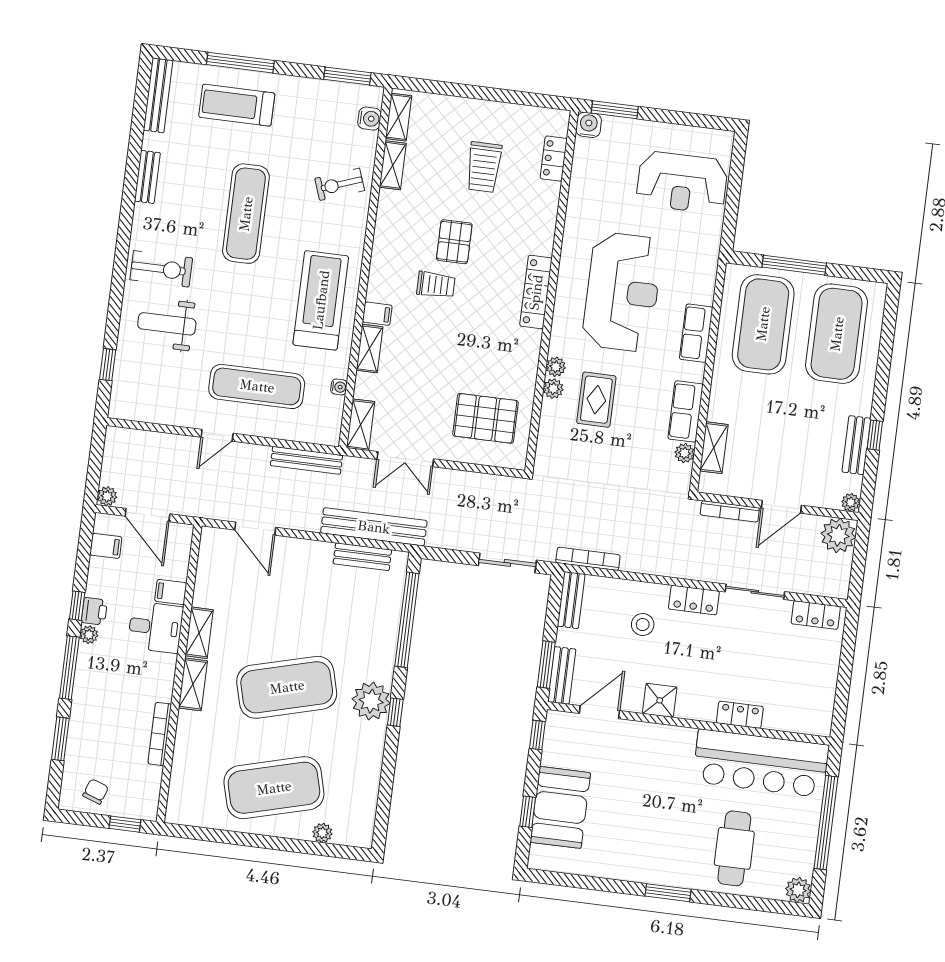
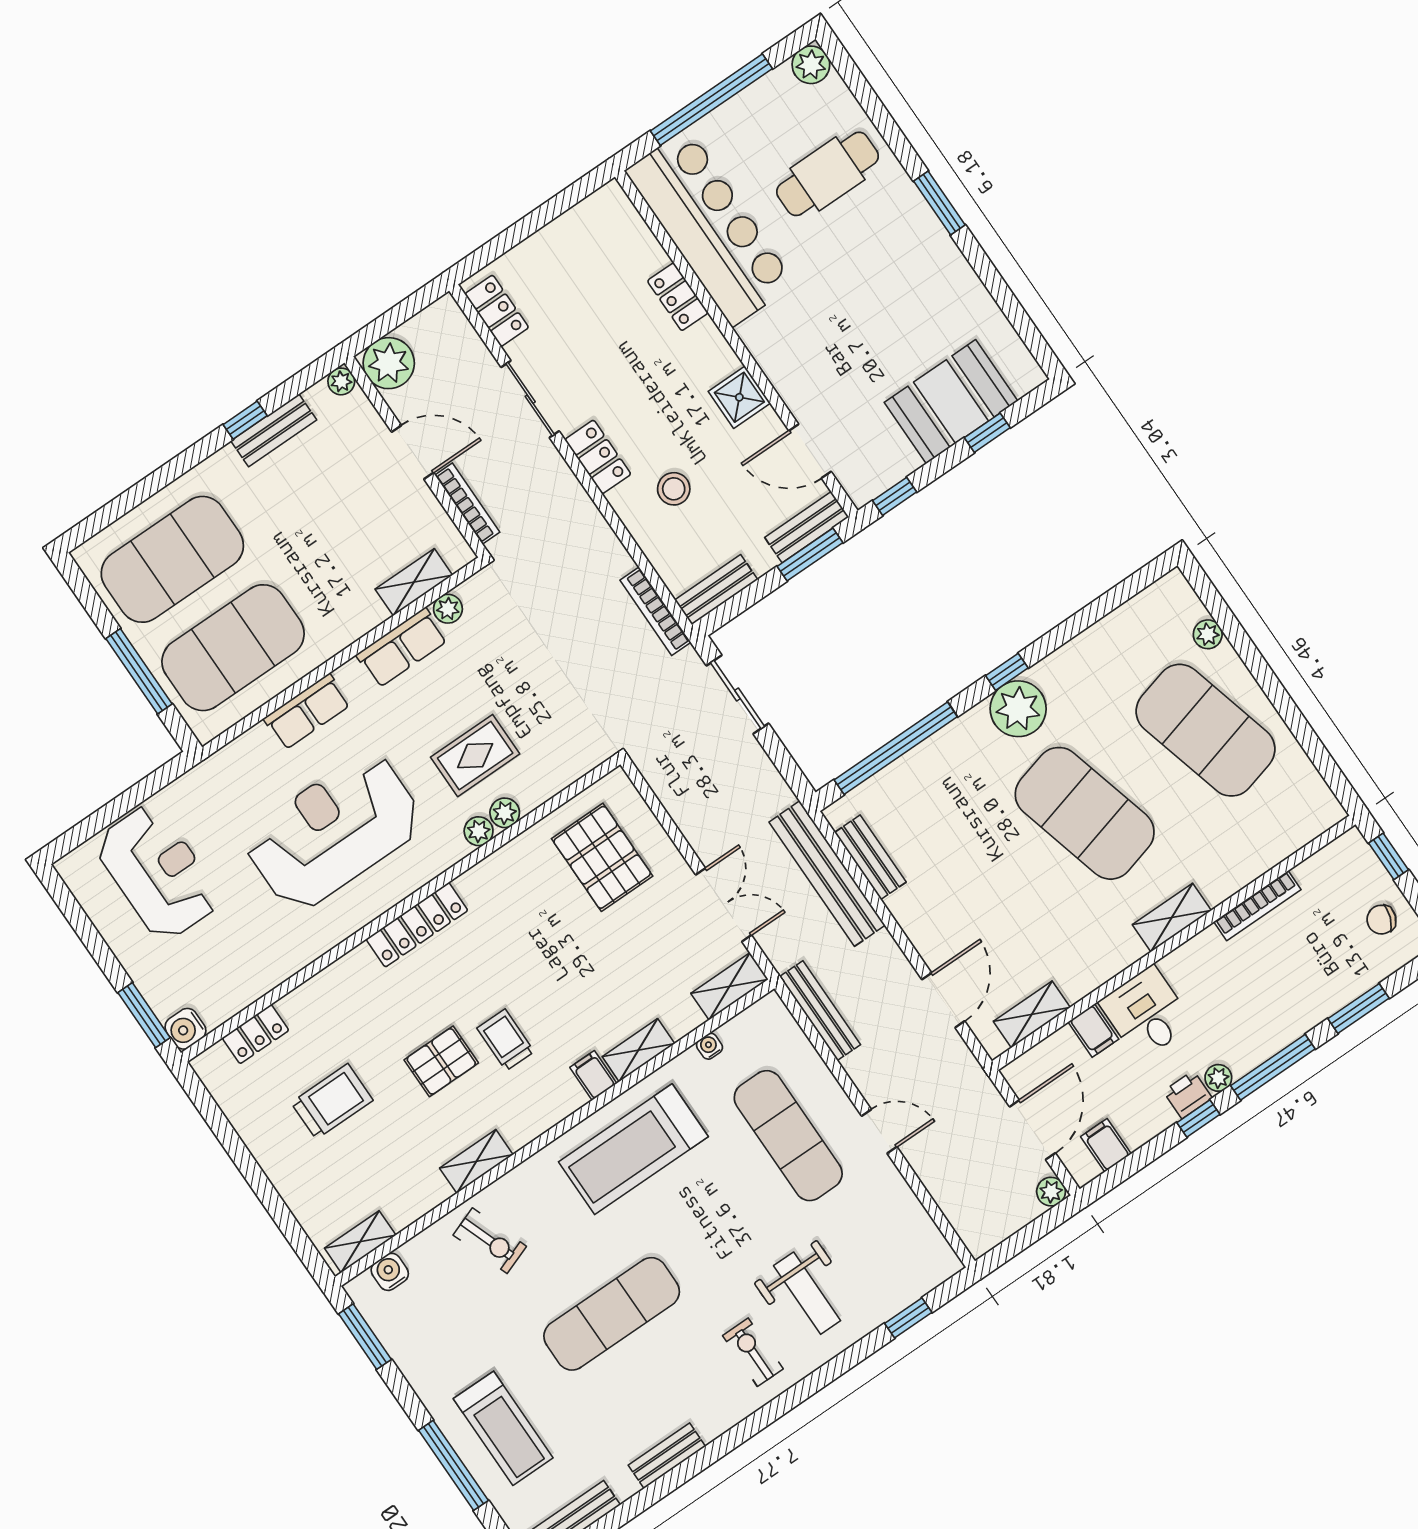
shelving: (393, 165) -> (476, 1161), moved
exercise bike: (161, 269) -> (753, 1352), width x0.73, depth x0.72
shelving: (199, 633) -> (1032, 1014), moved

